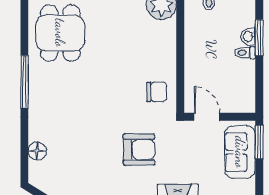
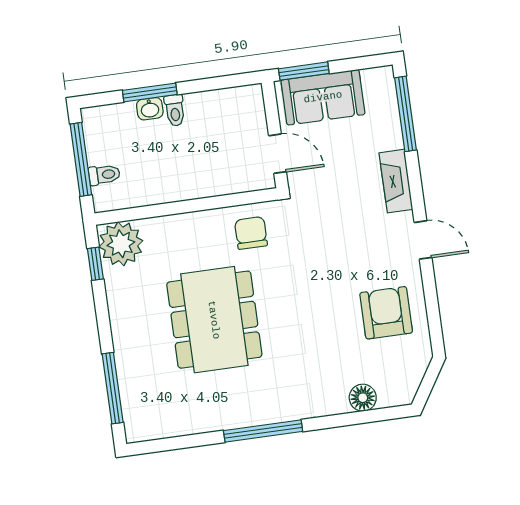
dining table: (60, 33) -> (214, 320), moved, width x1.38
door: (207, 117) -> (278, 154), swing flipped
armchair: (139, 150) -> (386, 313), moved

